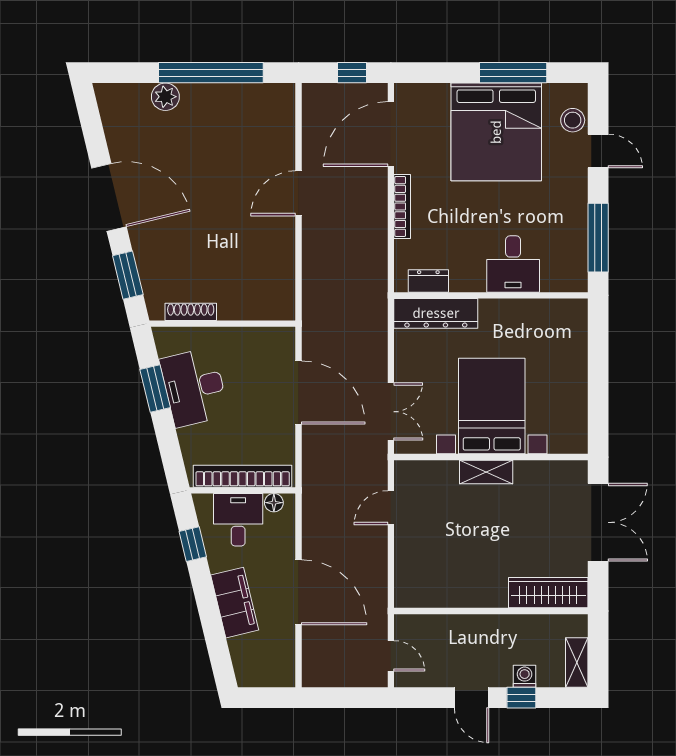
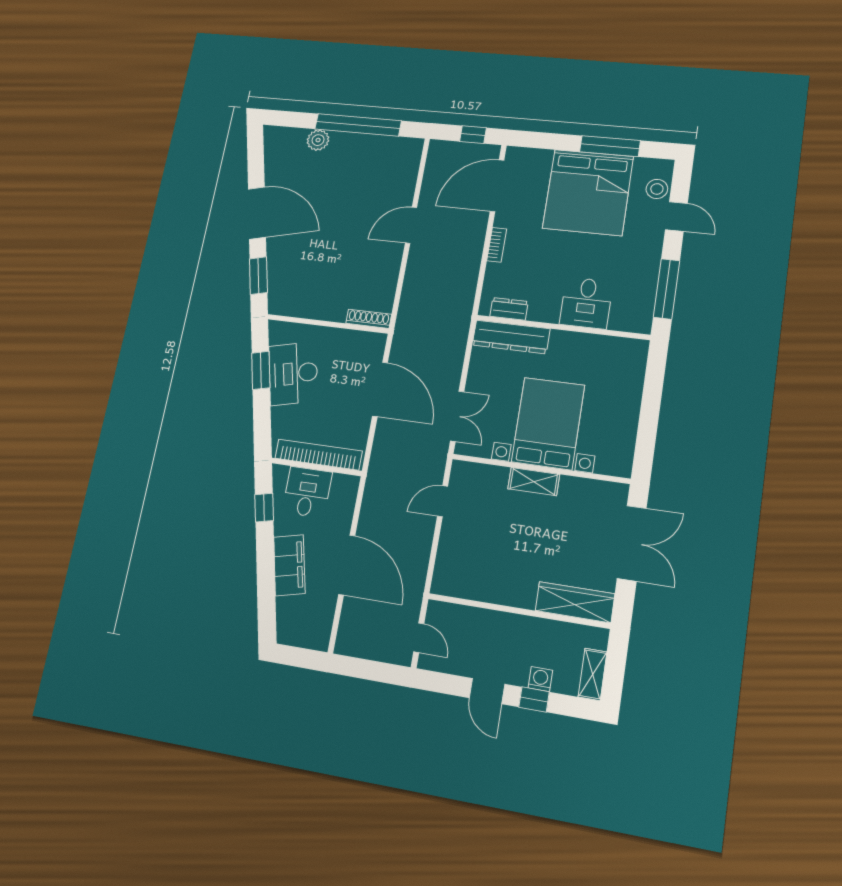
bookcase: (402, 206) -> (497, 245), width x0.64
shoe rack: (191, 312) -> (369, 319), moved
floor lamp: (274, 503) -> (341, 482), removed

